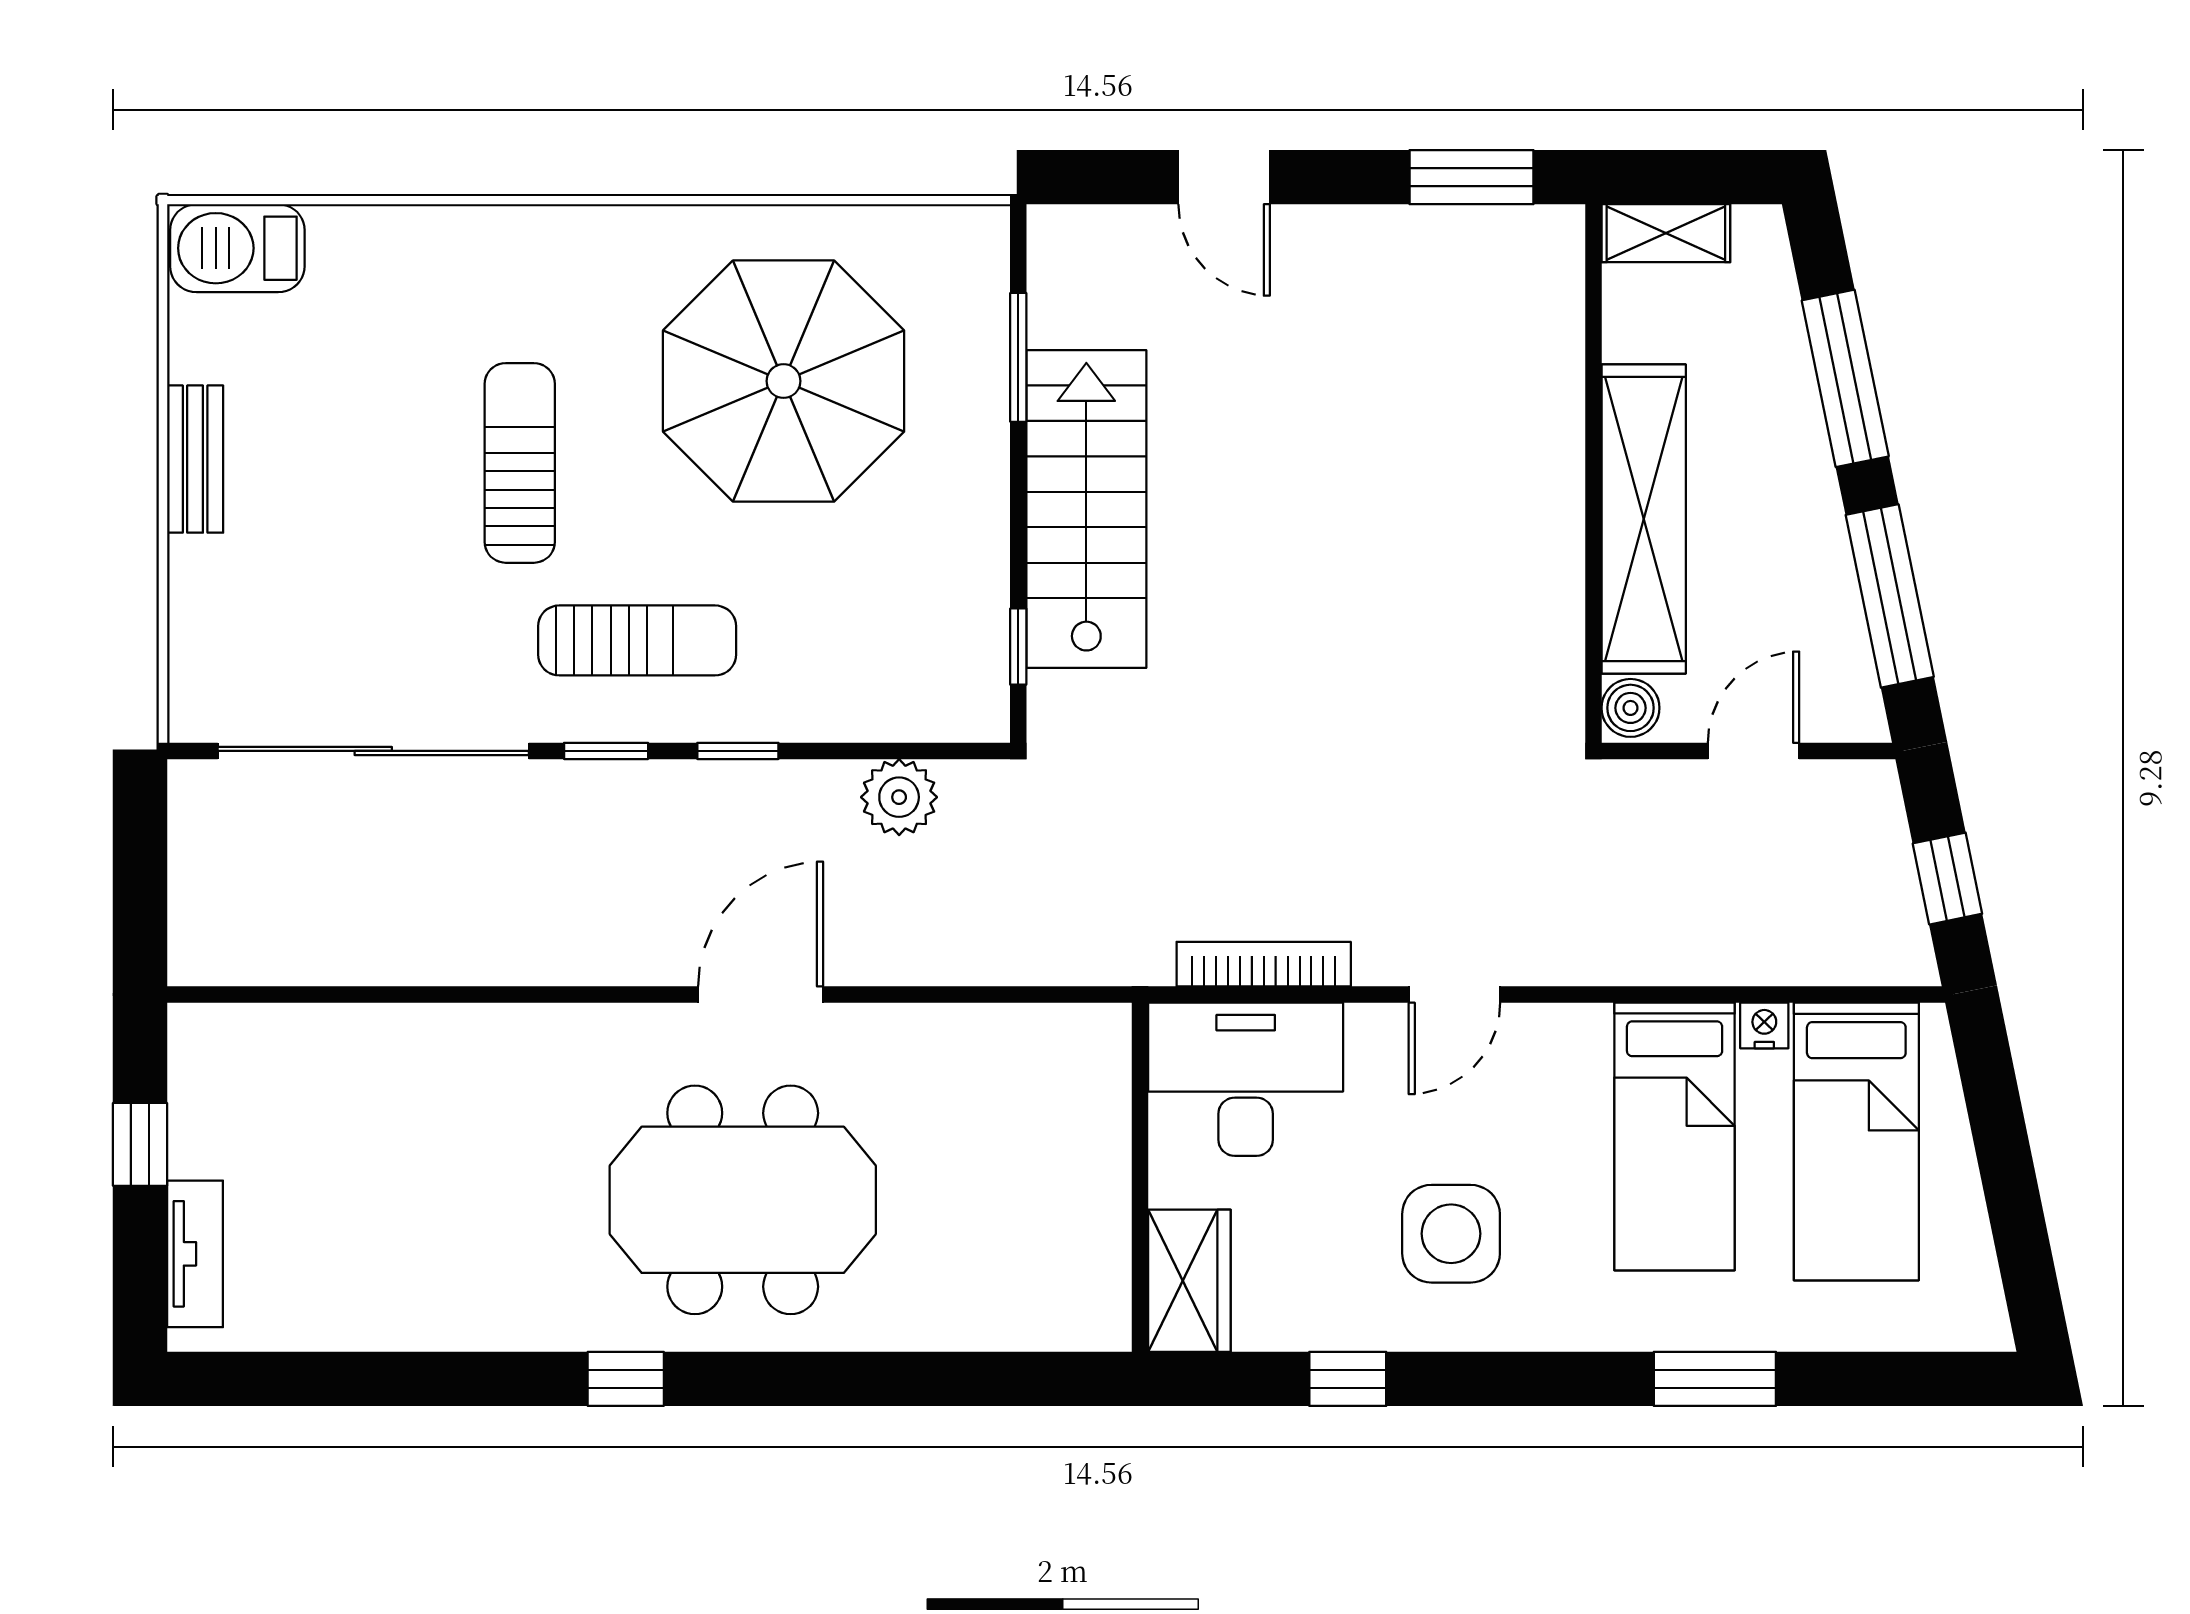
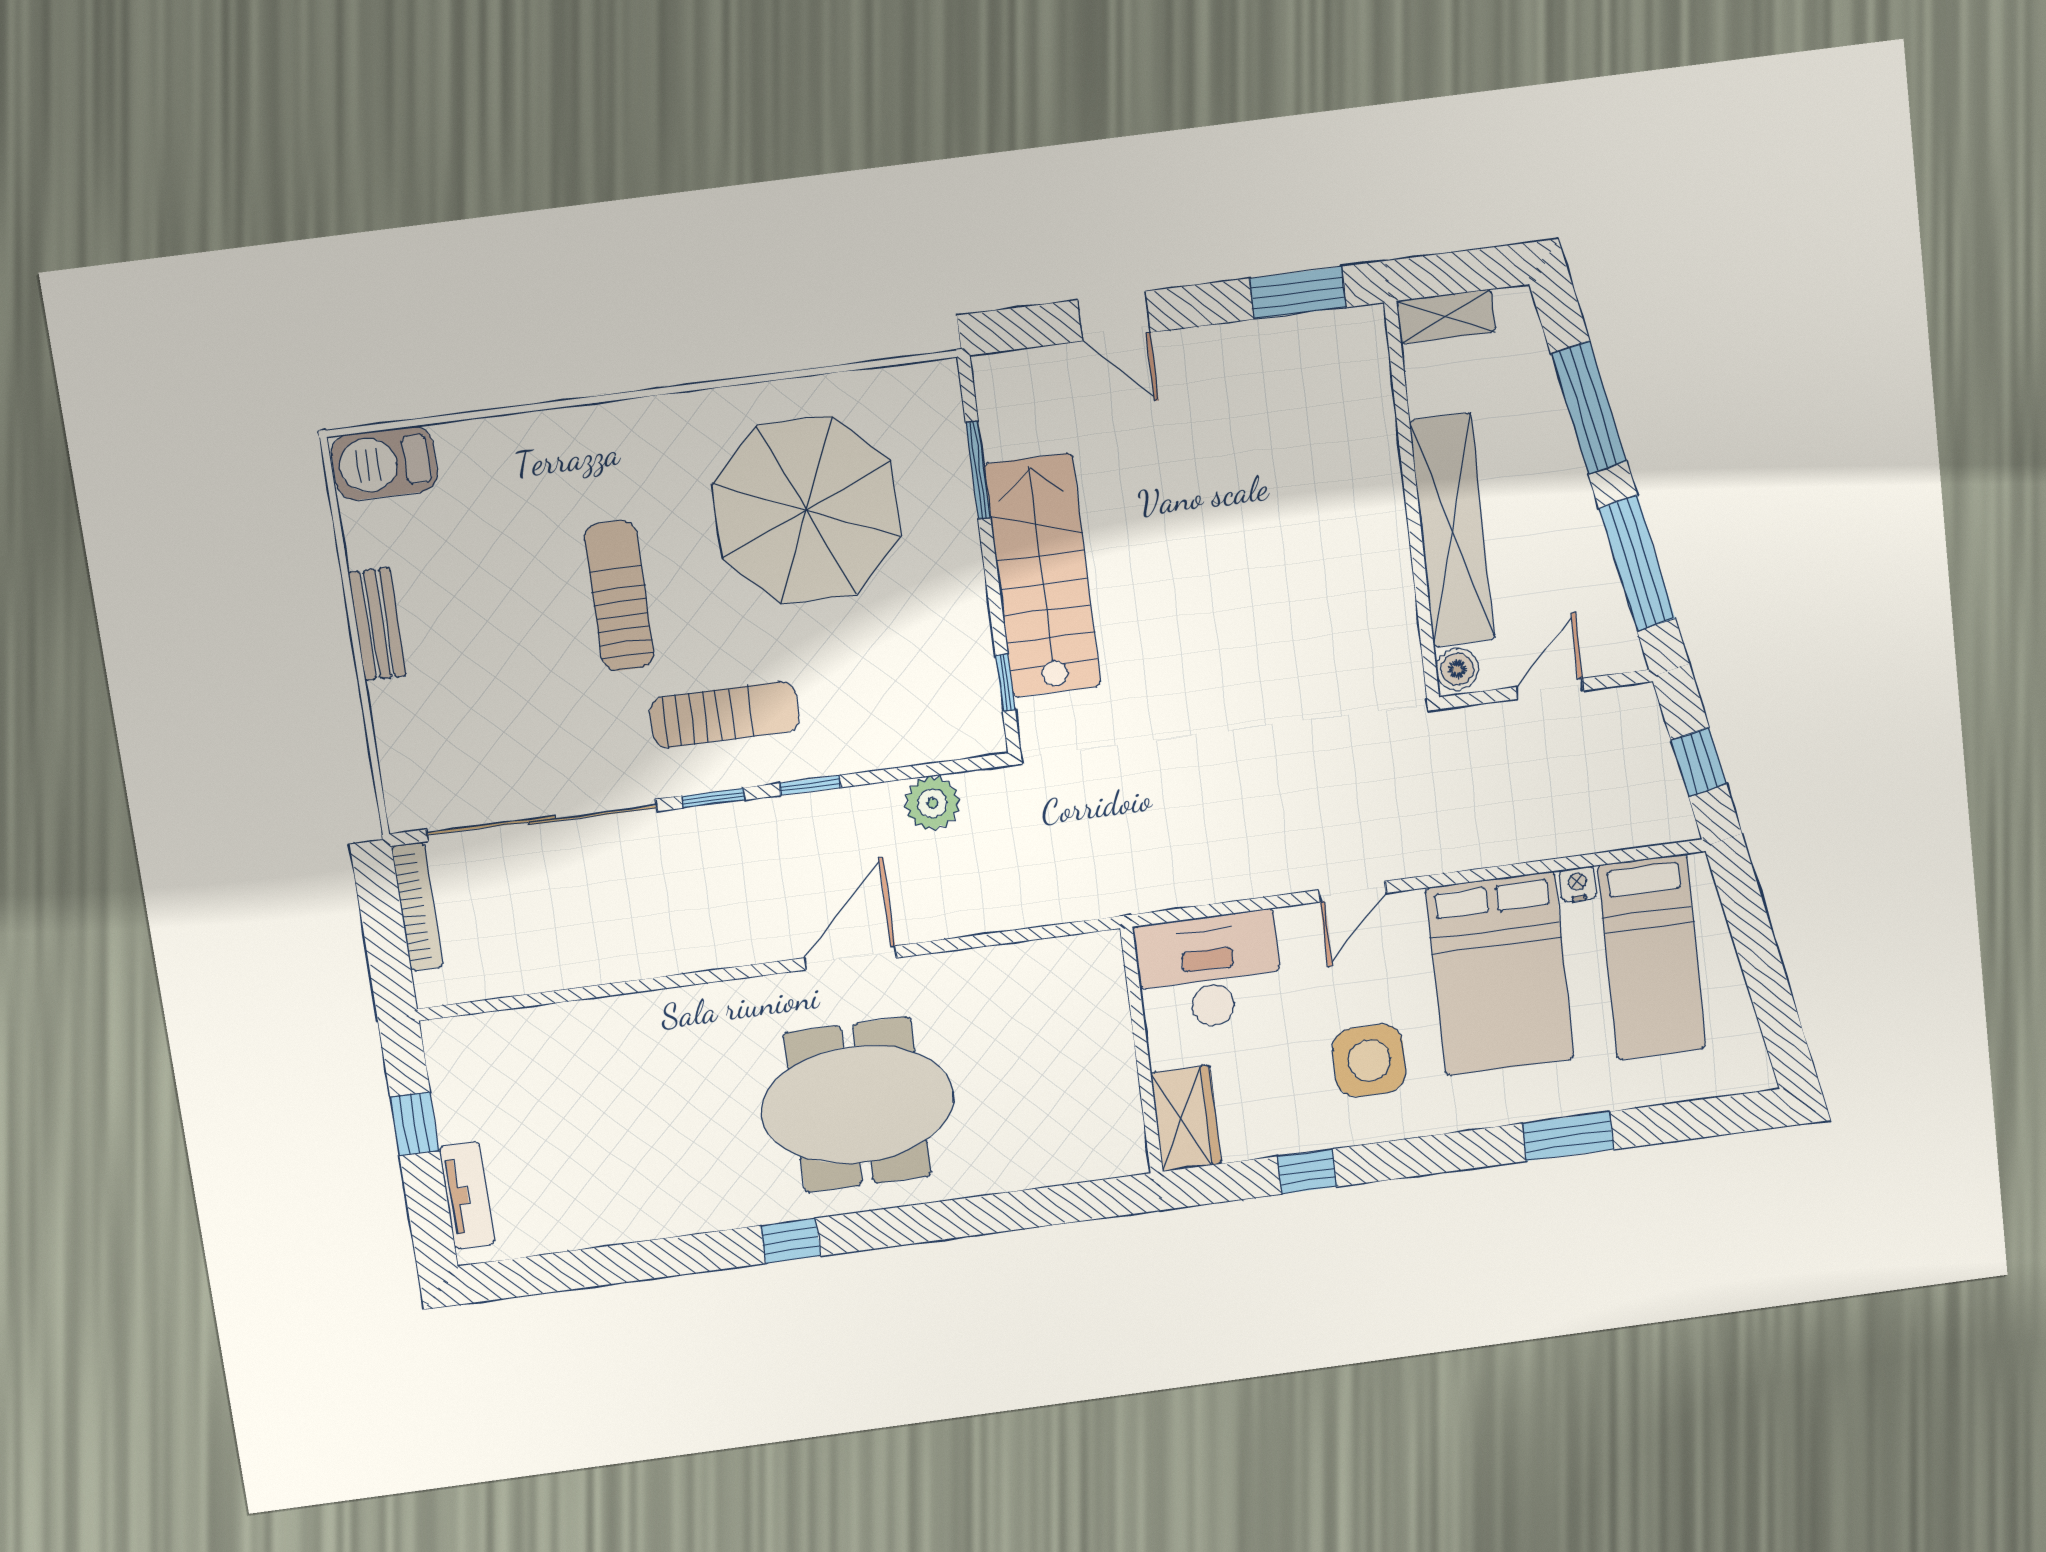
bookcase: (1264, 964) -> (417, 907), moved, turned 90
bed: (1675, 1136) -> (1500, 974), width x1.50

